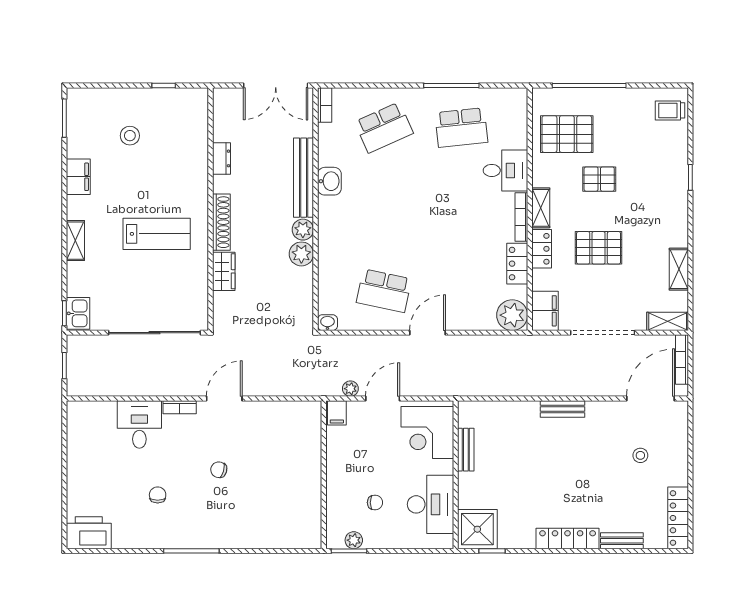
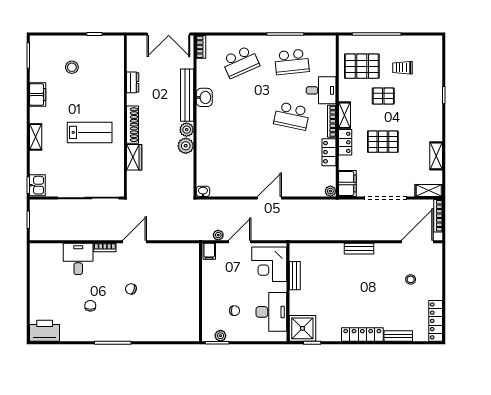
trolley: (670, 110) -> (403, 68), moved
school desk: (384, 291) -> (292, 116), moved
plant: (512, 315) -> (330, 191), width x0.53, depth x0.53

